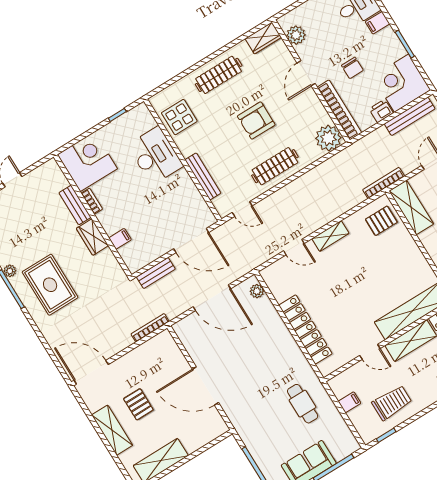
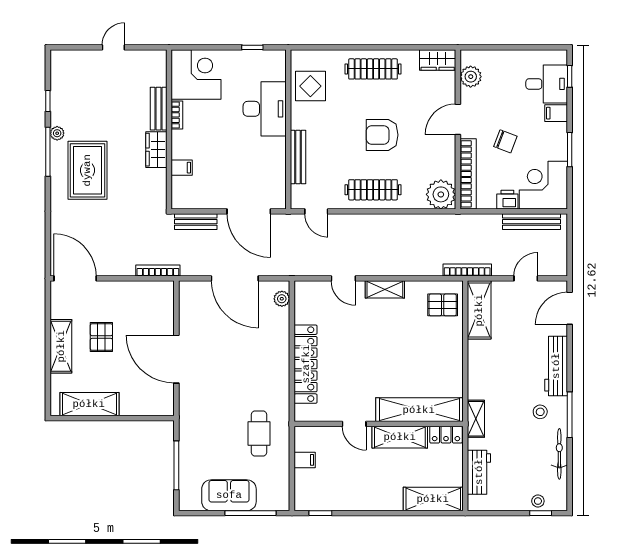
chair: (352, 68) -> (505, 141), turned -69
trolley: (392, 403) -> (345, 485), removed

